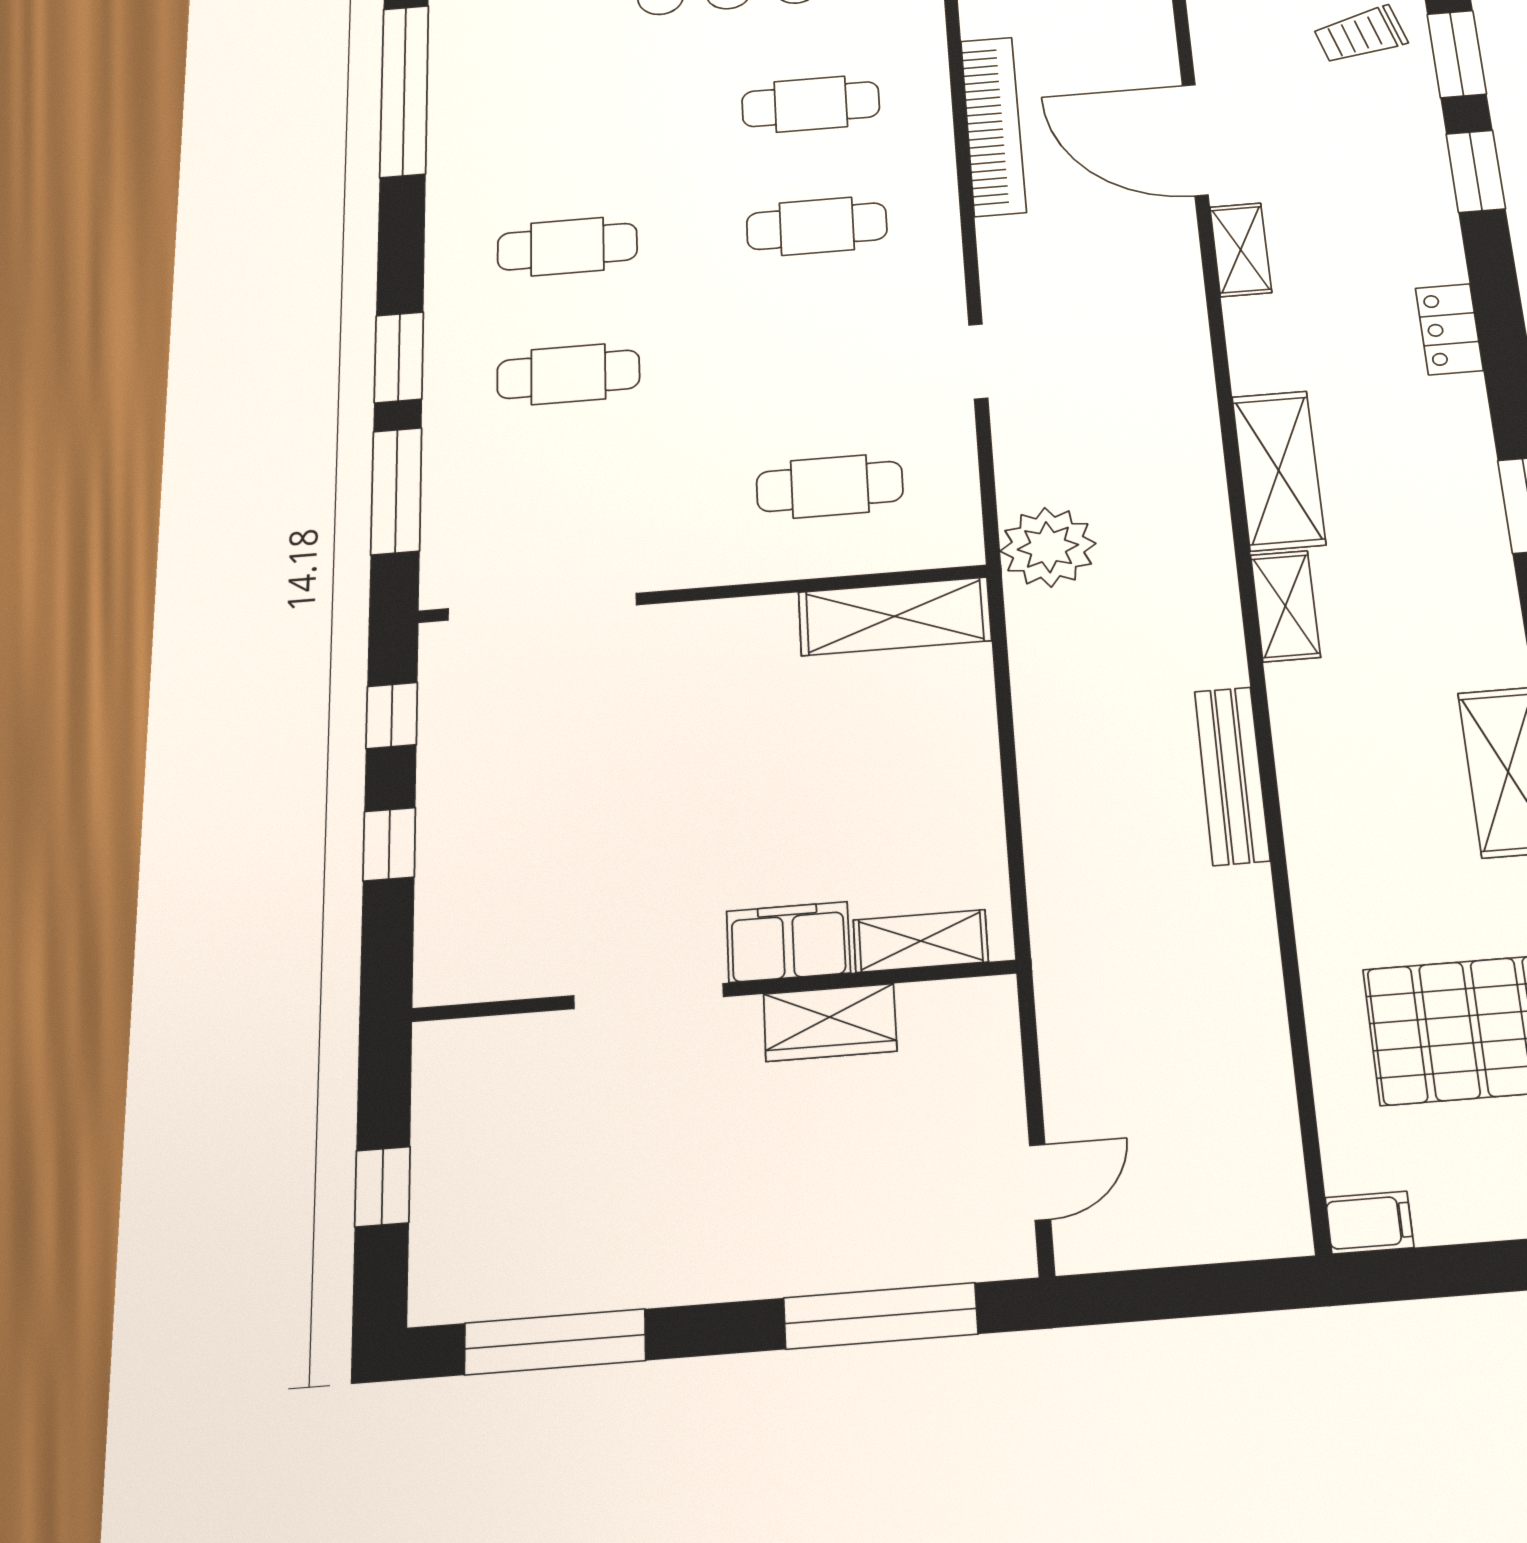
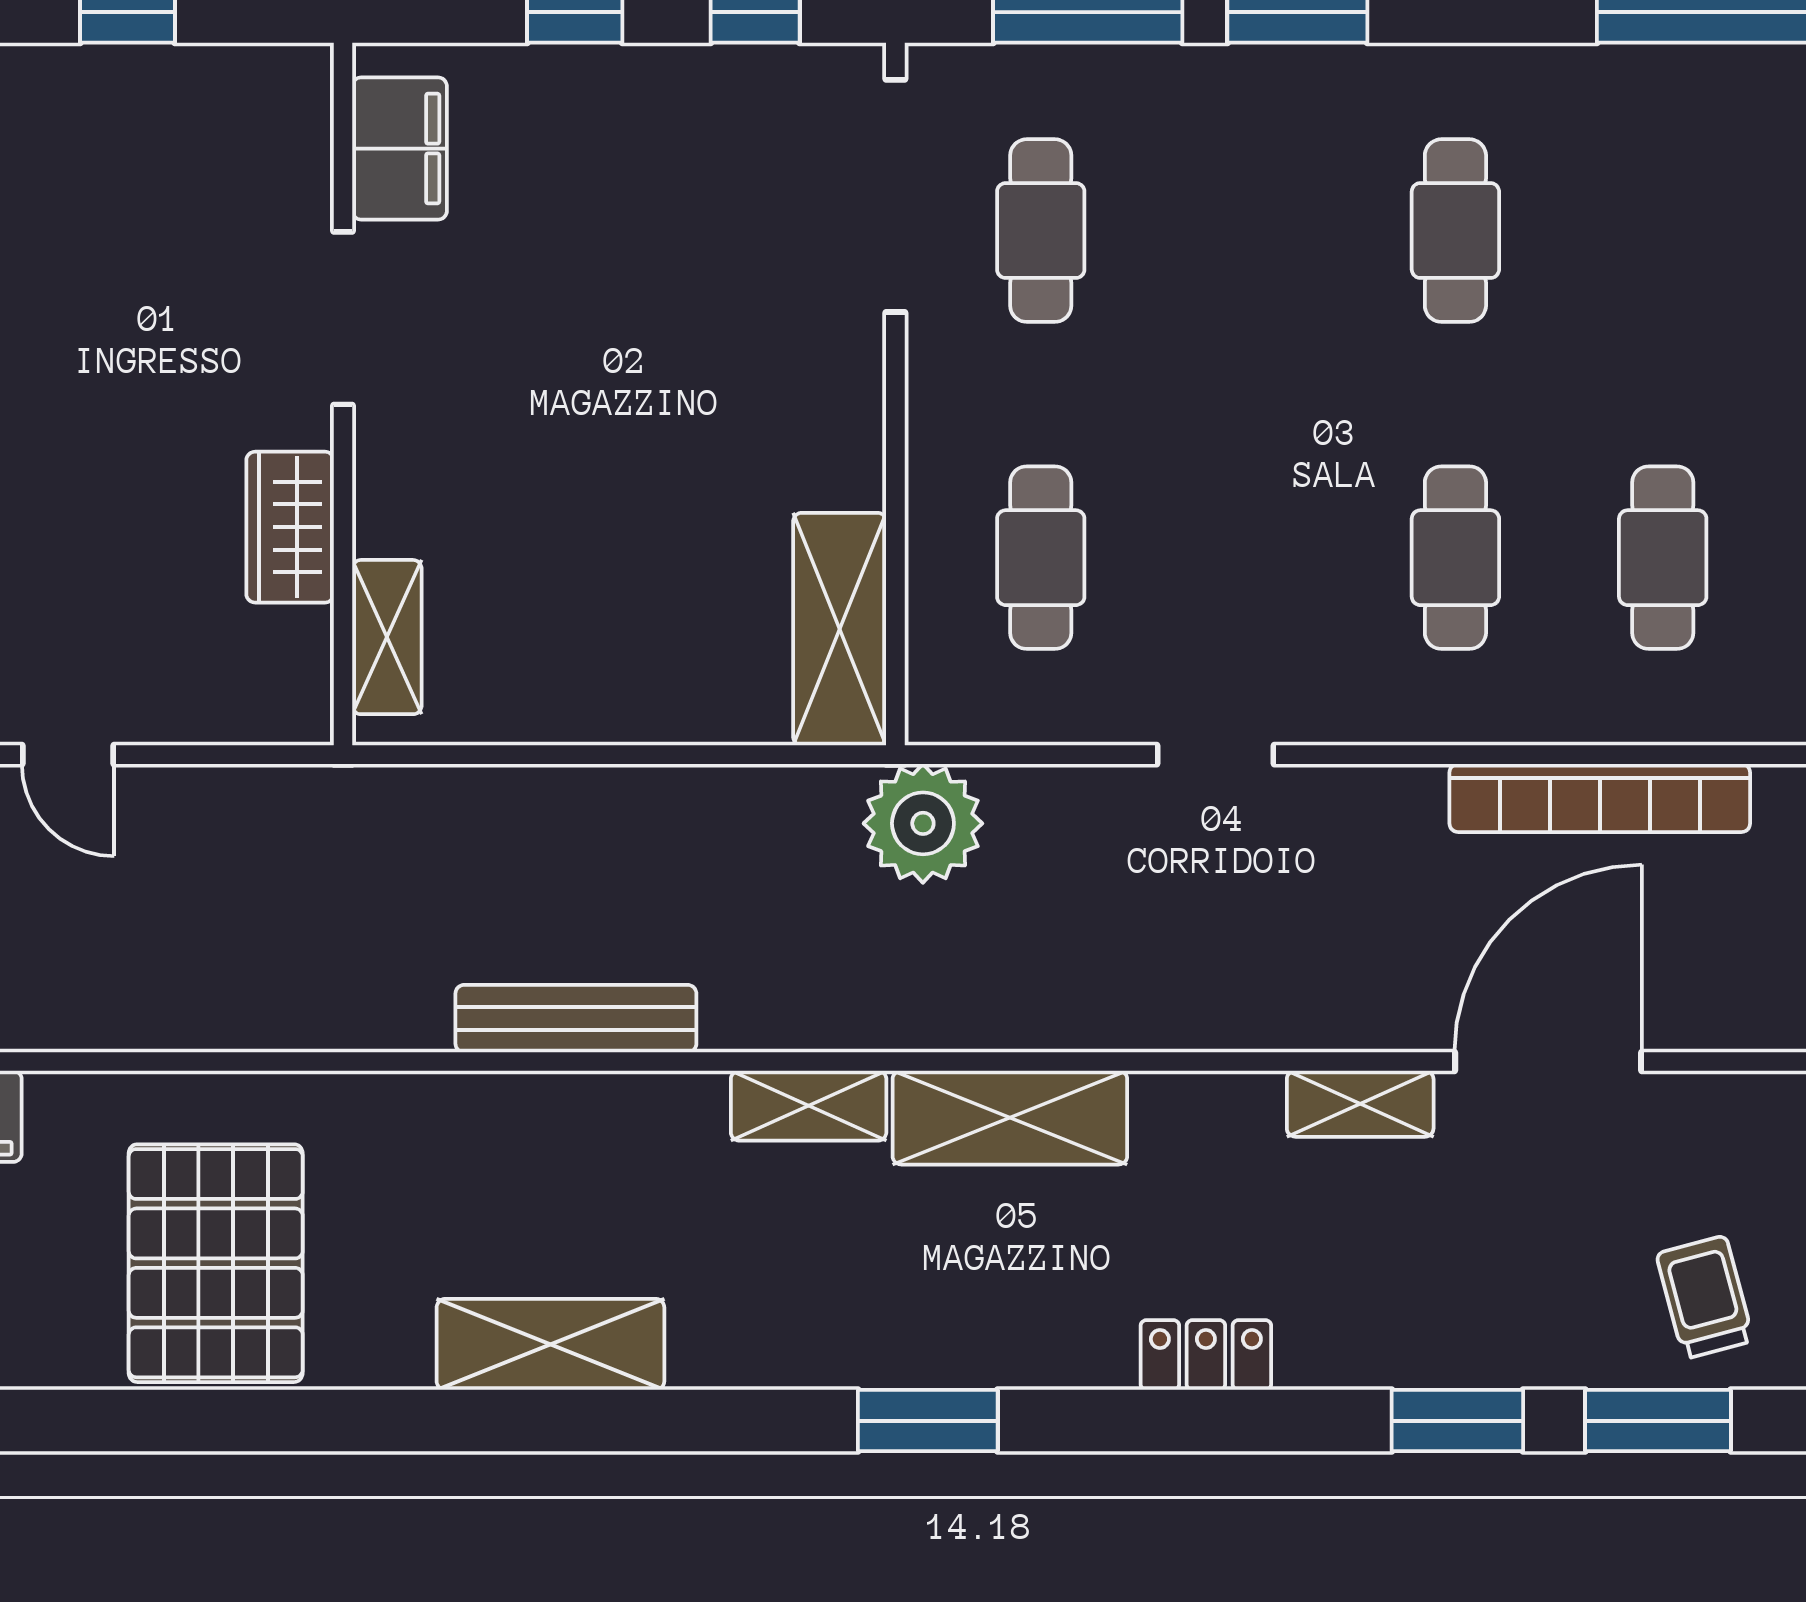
cafe table: (568, 374) -> (1041, 231), moved
filing cabinet: (788, 942) -> (400, 149), moved

